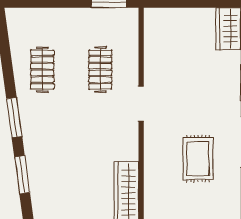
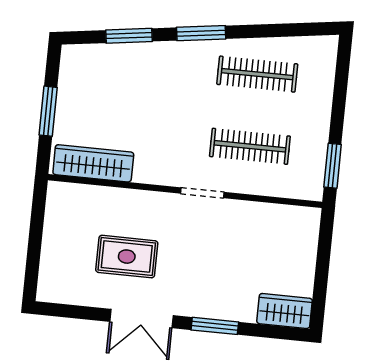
clothes rail: (42, 70) -> (257, 74), width x1.36
clothes rail: (100, 70) -> (250, 146), width x1.36

